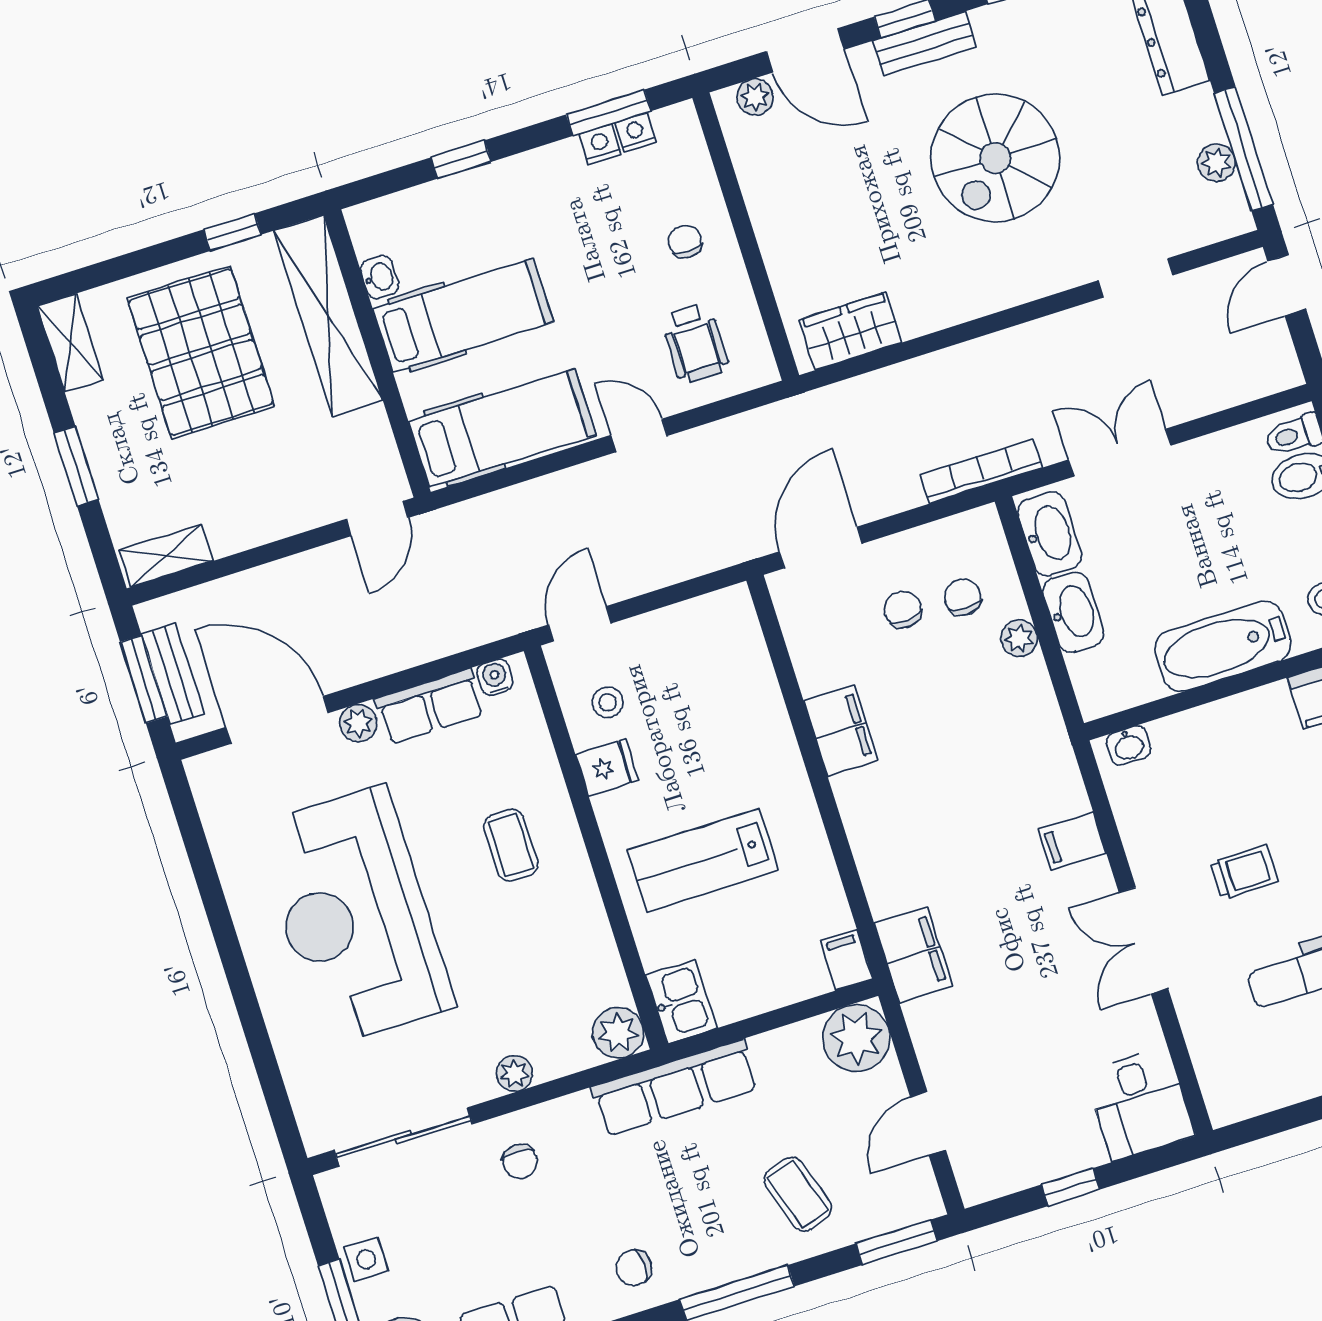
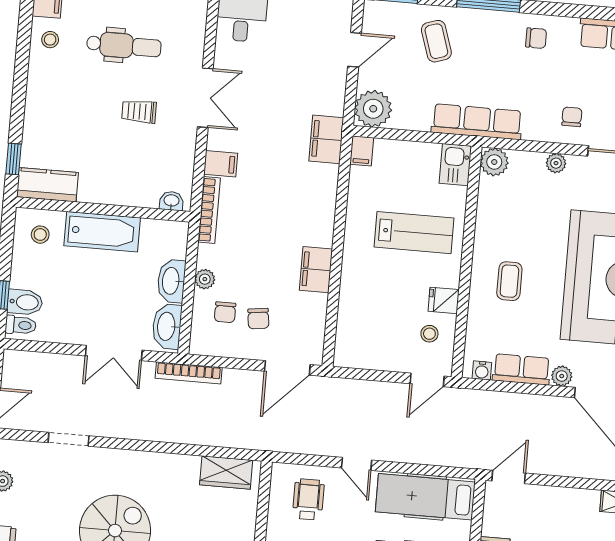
bookcase: (1060, 756) -> (209, 210), added

